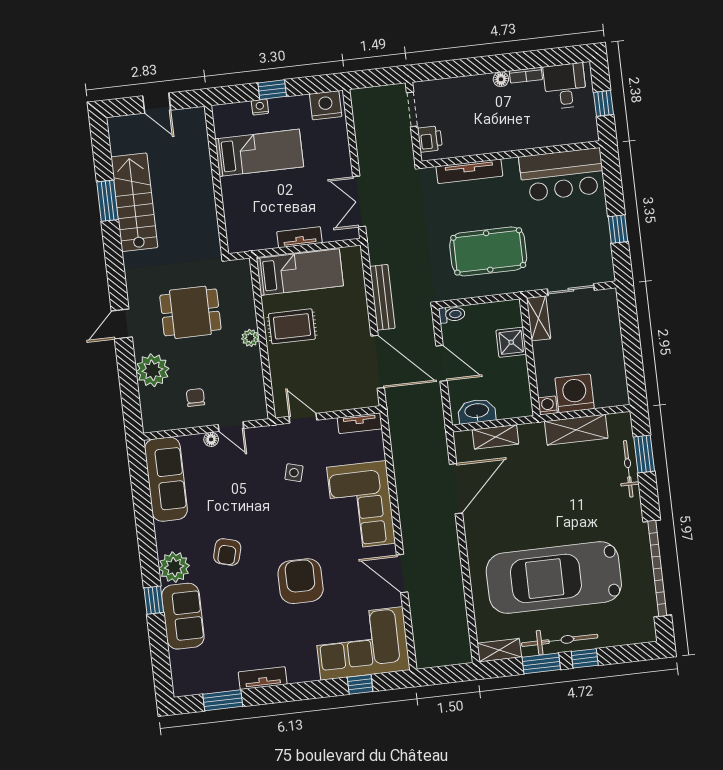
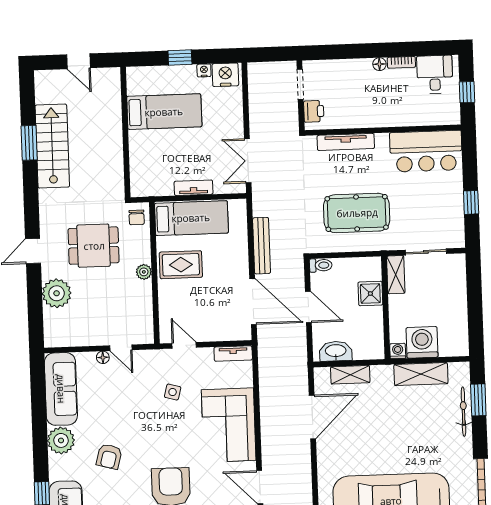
nightstand: (260, 107) -> (204, 70), moved
chair: (195, 397) -> (137, 217), moved, turned 180
plant: (174, 567) -> (61, 440), moved

